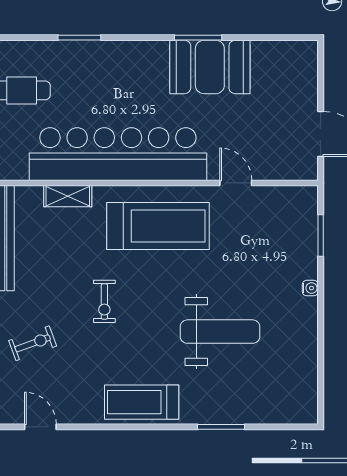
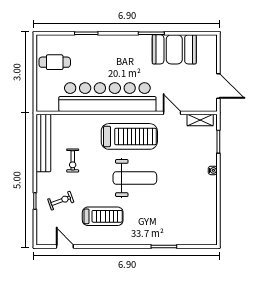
booth: (210, 67) -> (174, 49), moved
shelving: (68, 196) -> (200, 120), moved
exercise bike: (104, 301) -> (73, 160), moved
weight bench: (220, 332) -> (135, 178), moved
treadmill: (142, 402) -> (103, 216), moved, turned 180

